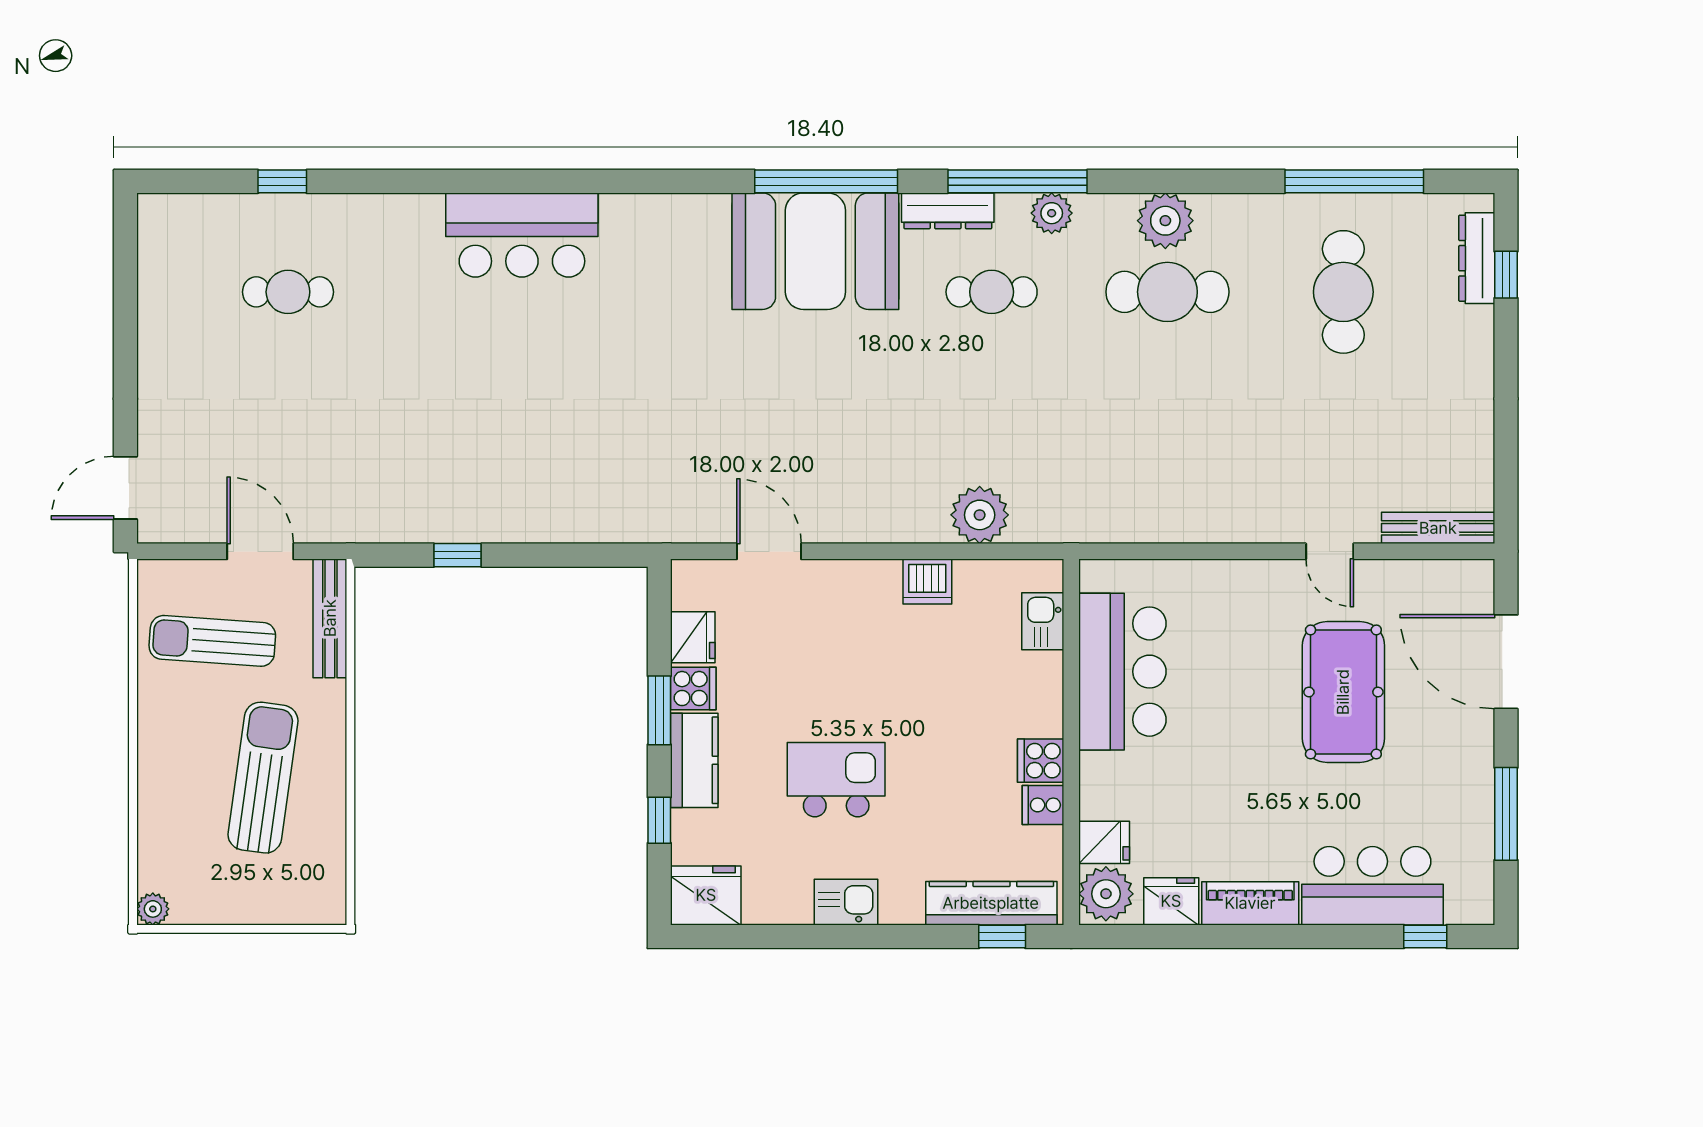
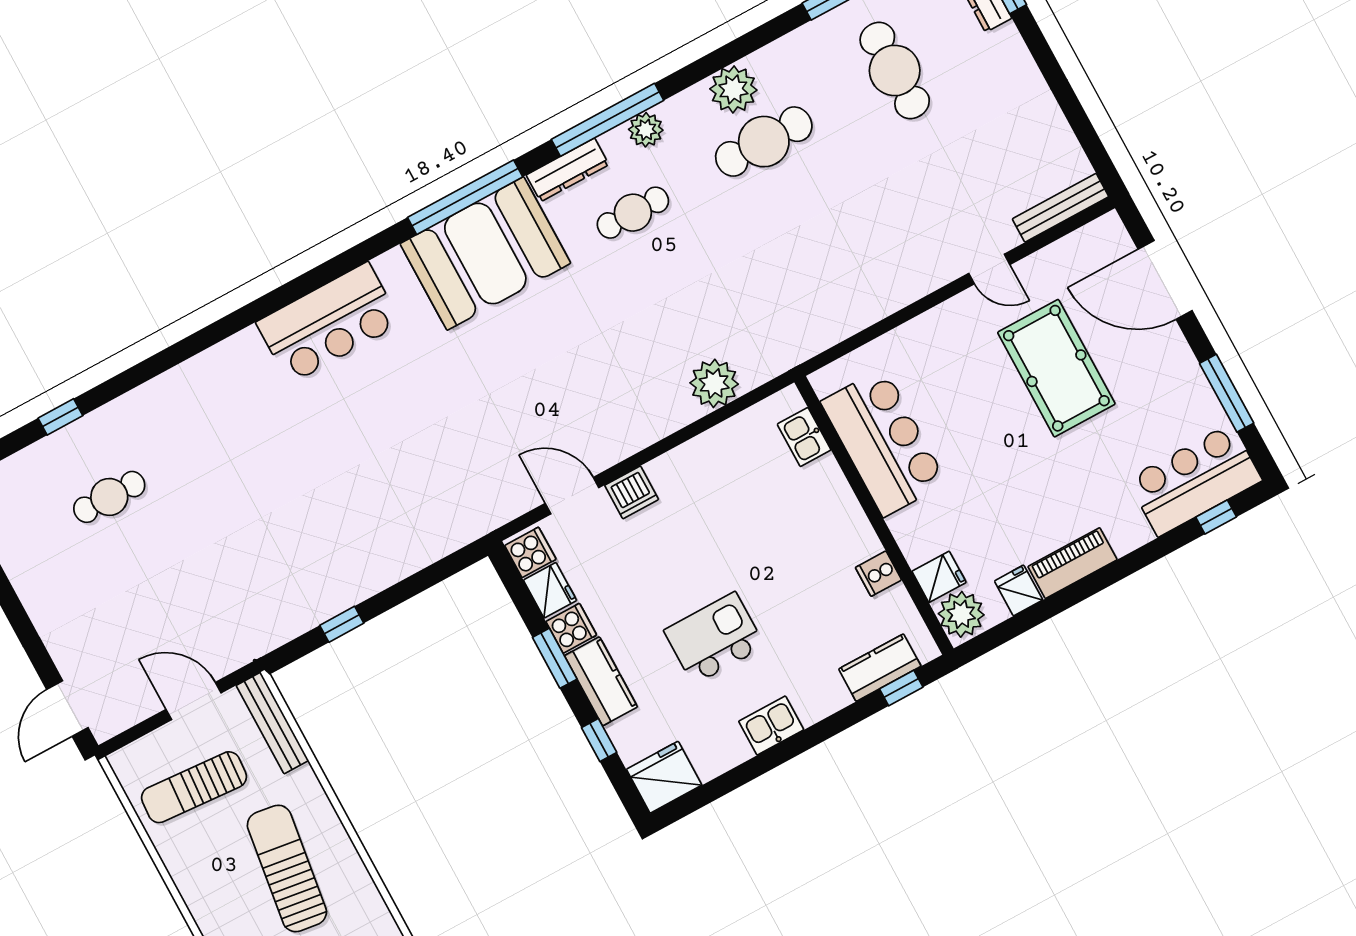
bar counter: (522, 235) -> (329, 323), moved
dishwasher: (927, 582) -> (632, 492), moved
cooker: (1041, 761) -> (530, 552), moved, turned 180
bar counter: (1372, 886) -> (1195, 480), moved
fridge: (1171, 901) -> (1019, 590), width x0.72
kitchen counter: (991, 903) -> (880, 668), width x0.67

